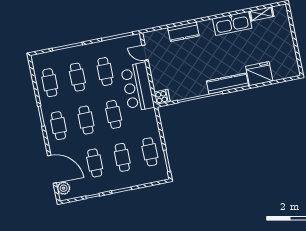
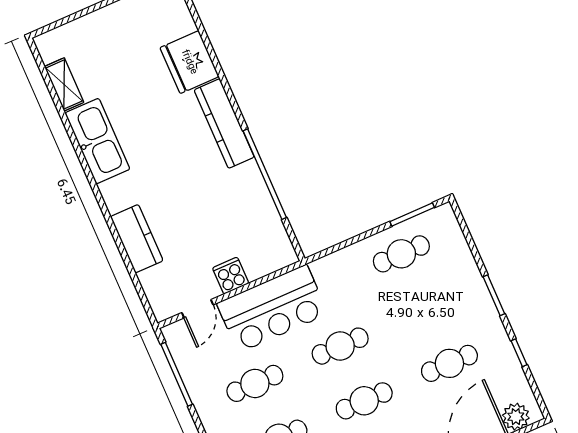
cooker: (162, 97) -> (231, 276), moved
cafe table: (122, 157) -> (425, 309), removed

